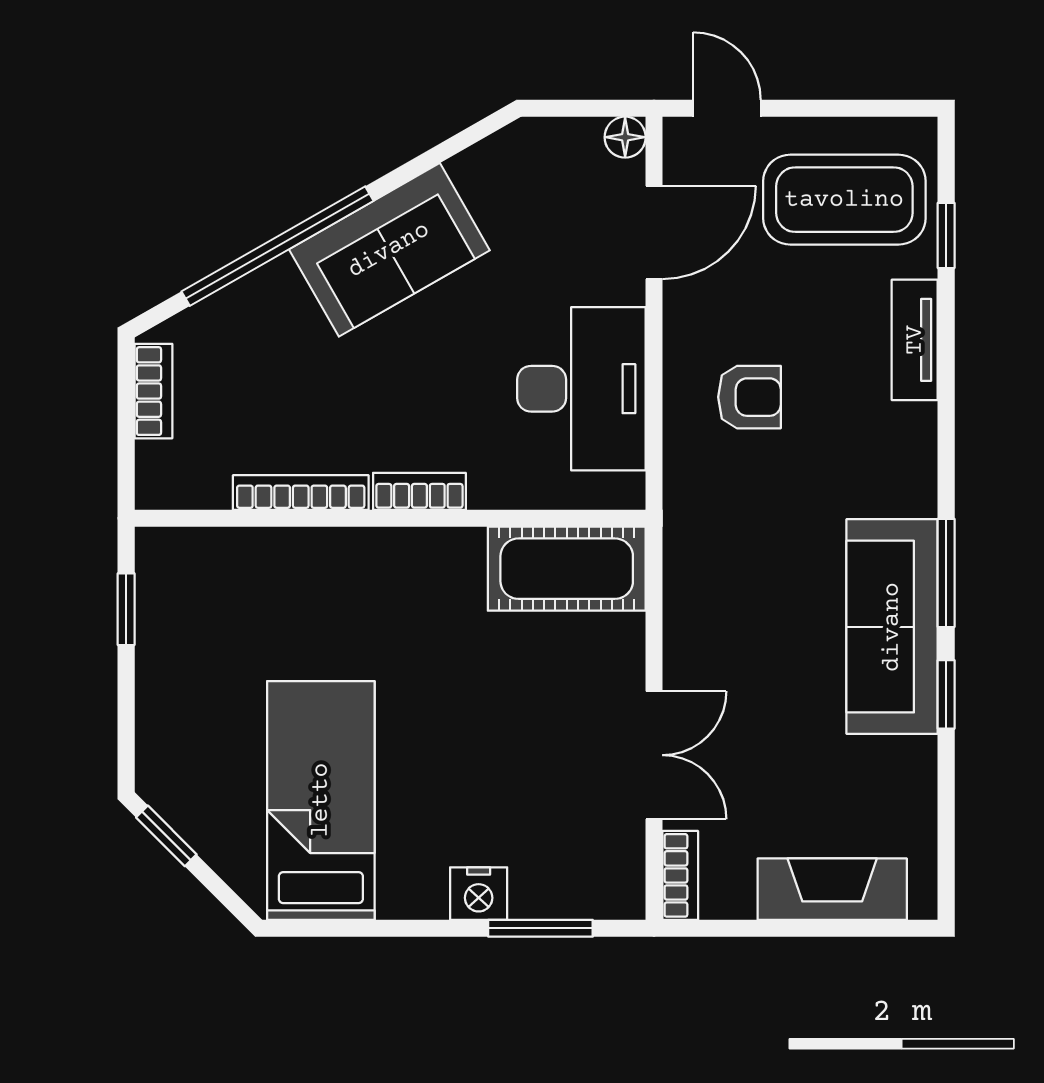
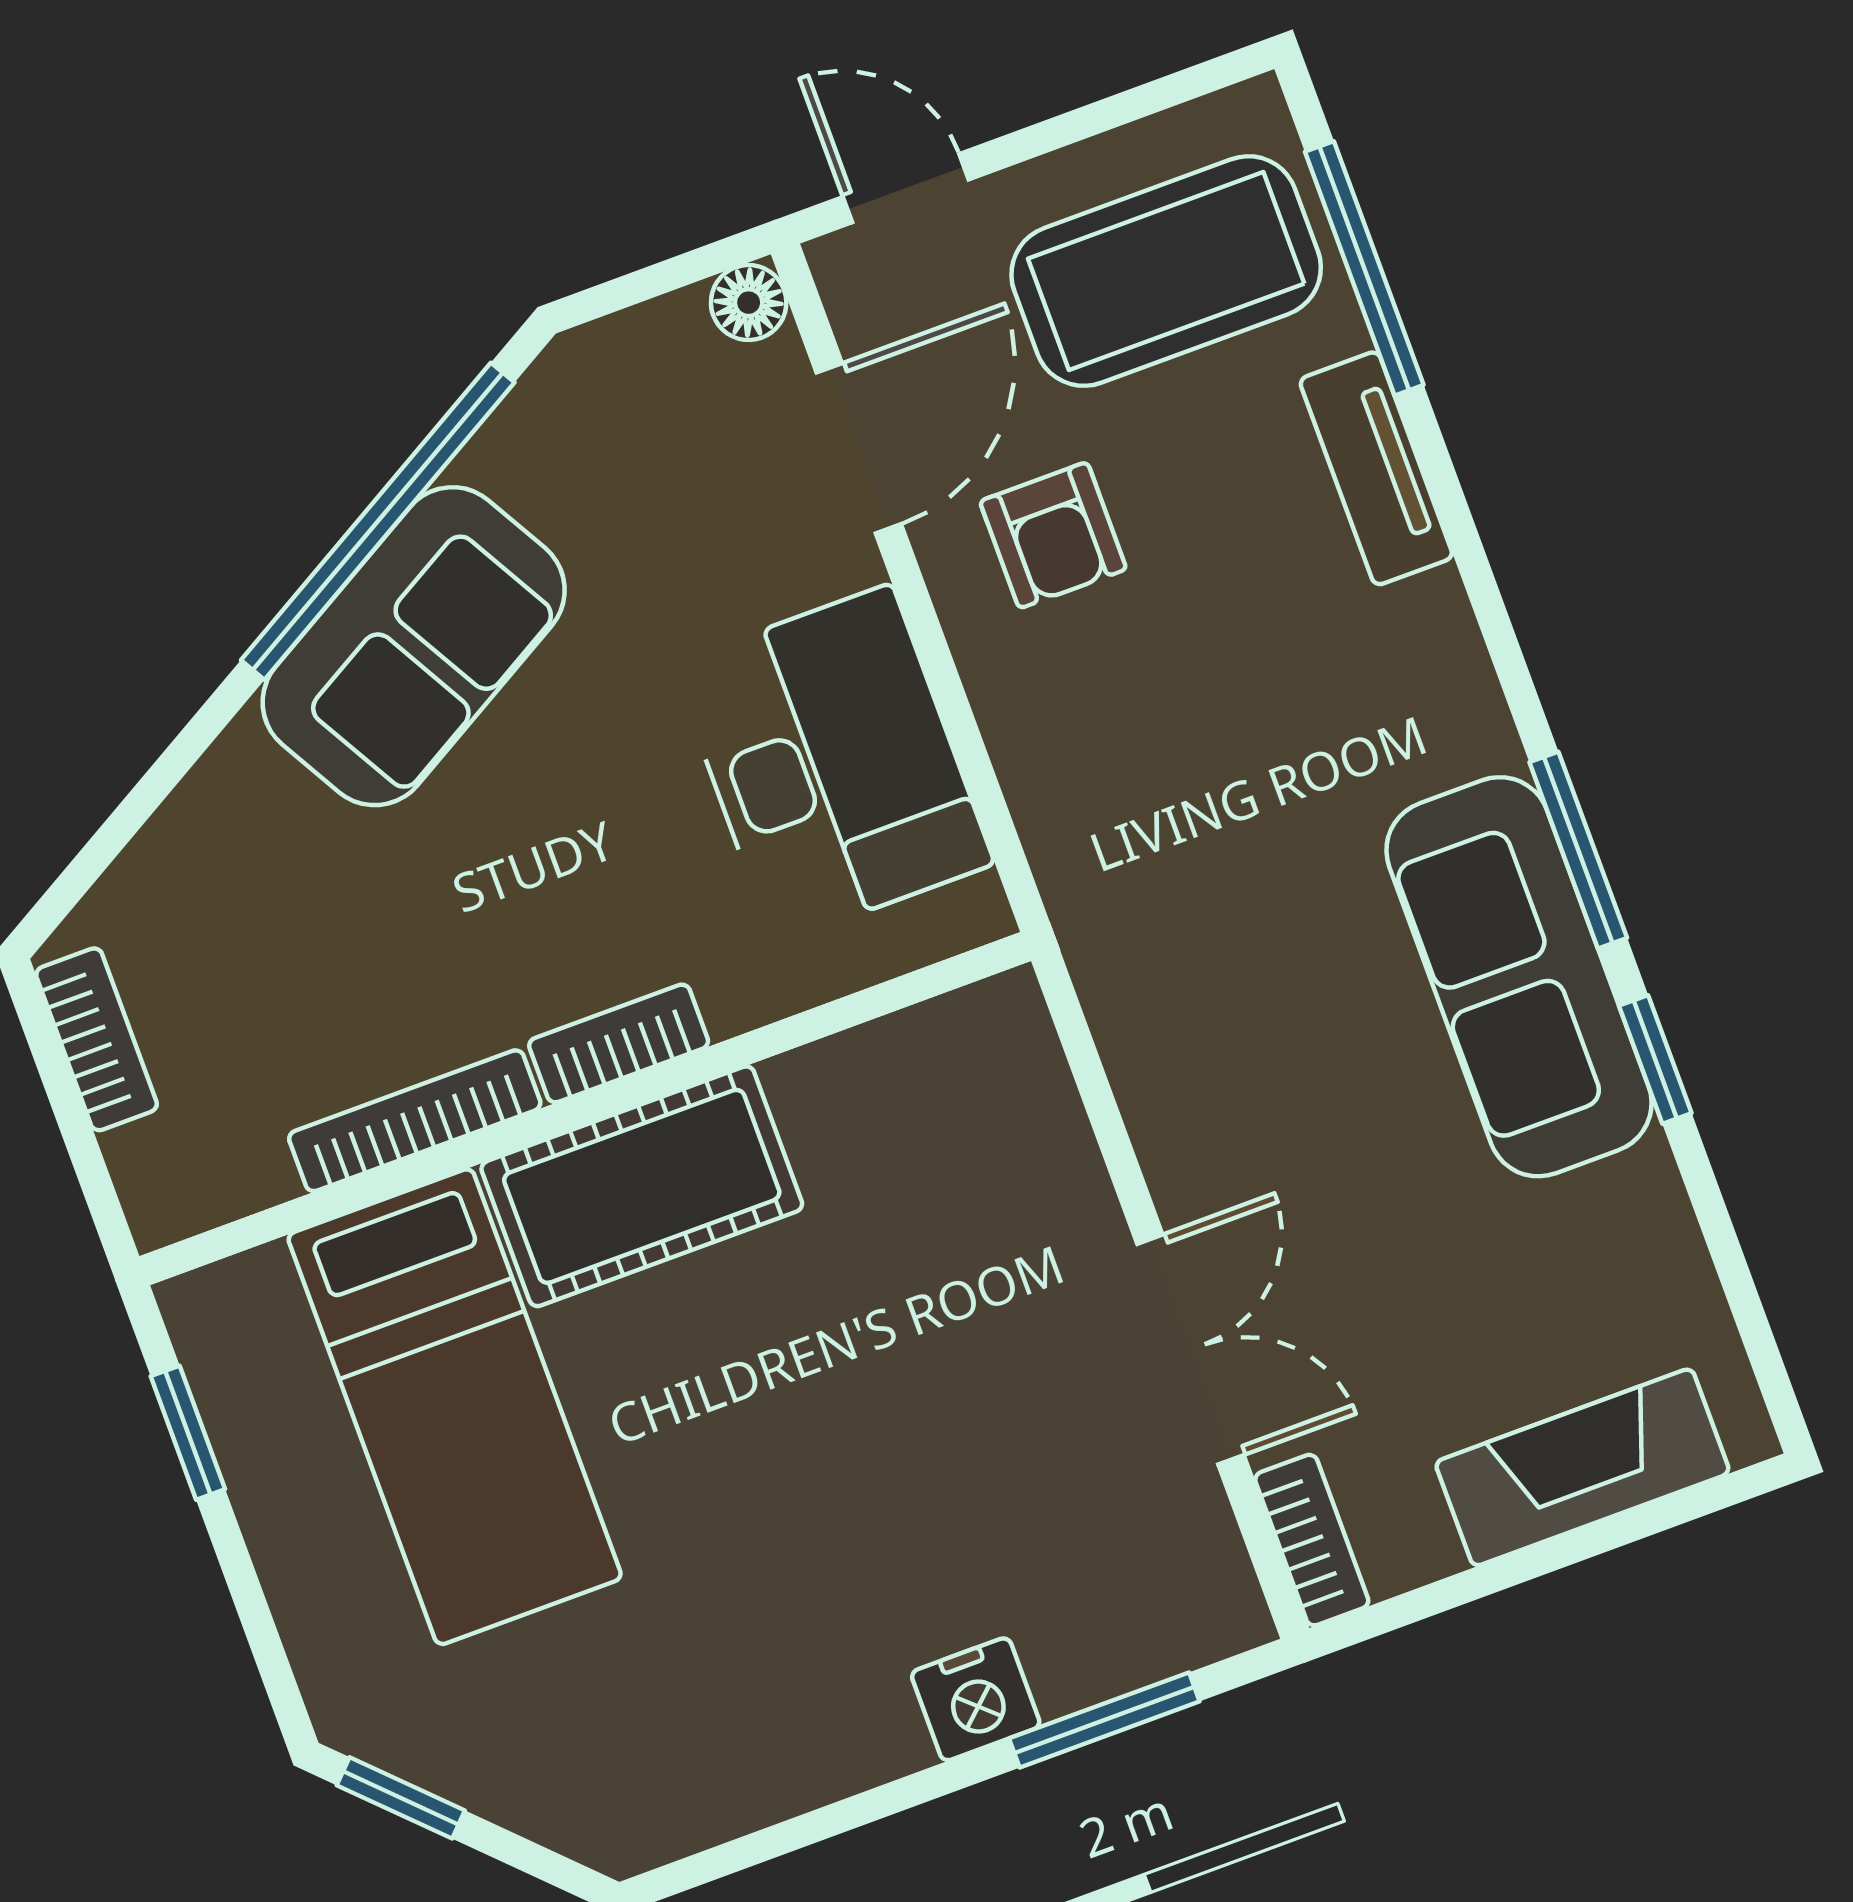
window: (946, 235) -> (1364, 268), width x2.17
window: (277, 246) -> (378, 521), moved
armchair: (749, 397) -> (1053, 535), moved, turned 90
cot: (567, 569) -> (642, 1186), moved
bed: (321, 800) -> (455, 1407), moved, turned 180

